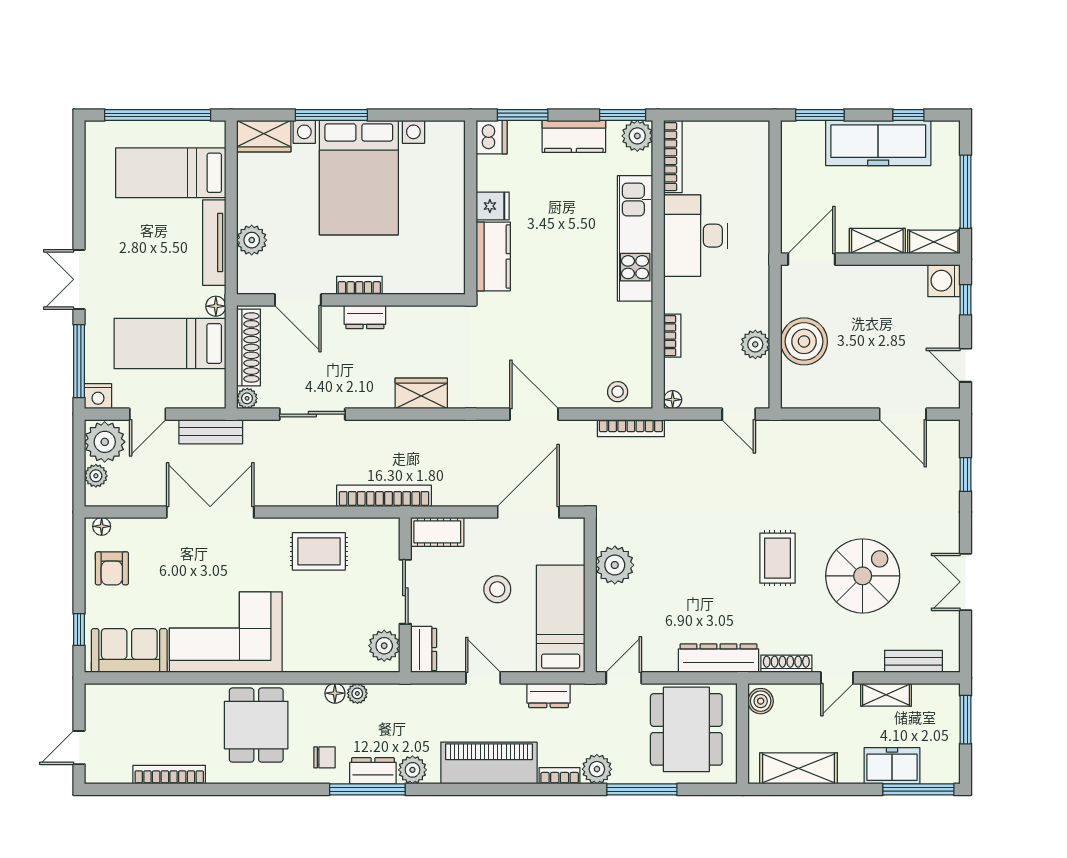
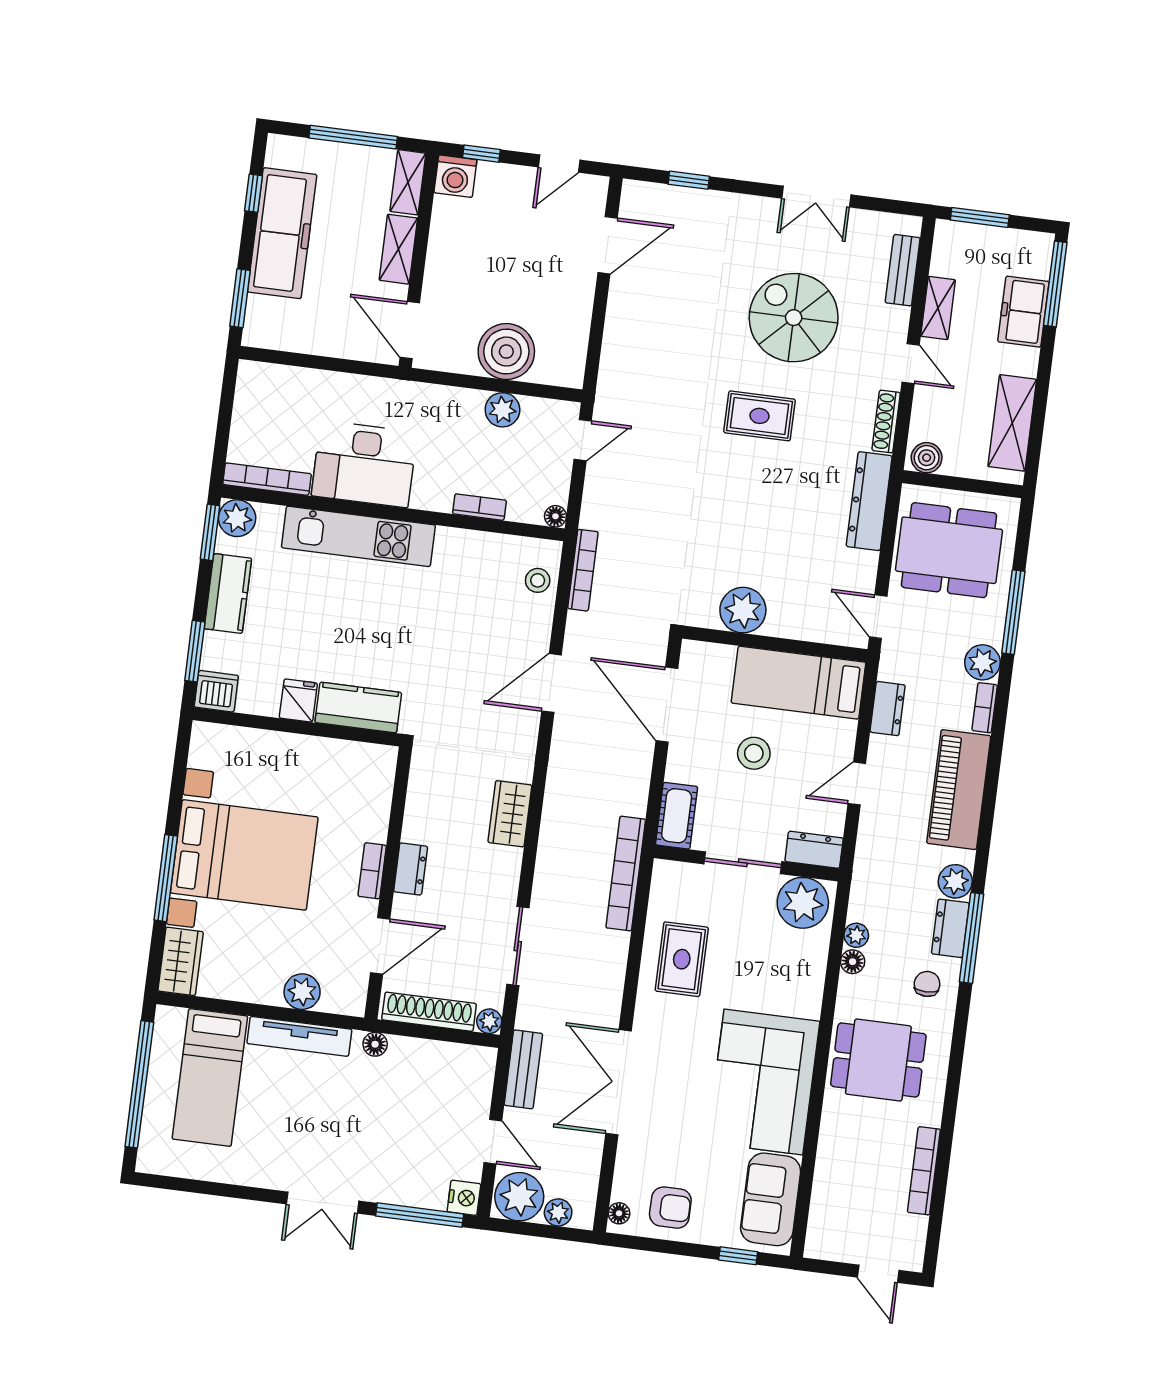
bed: (170, 344) -> (412, 1104), removed
plant: (384, 646) -> (803, 903), width x1.36, depth x1.36

